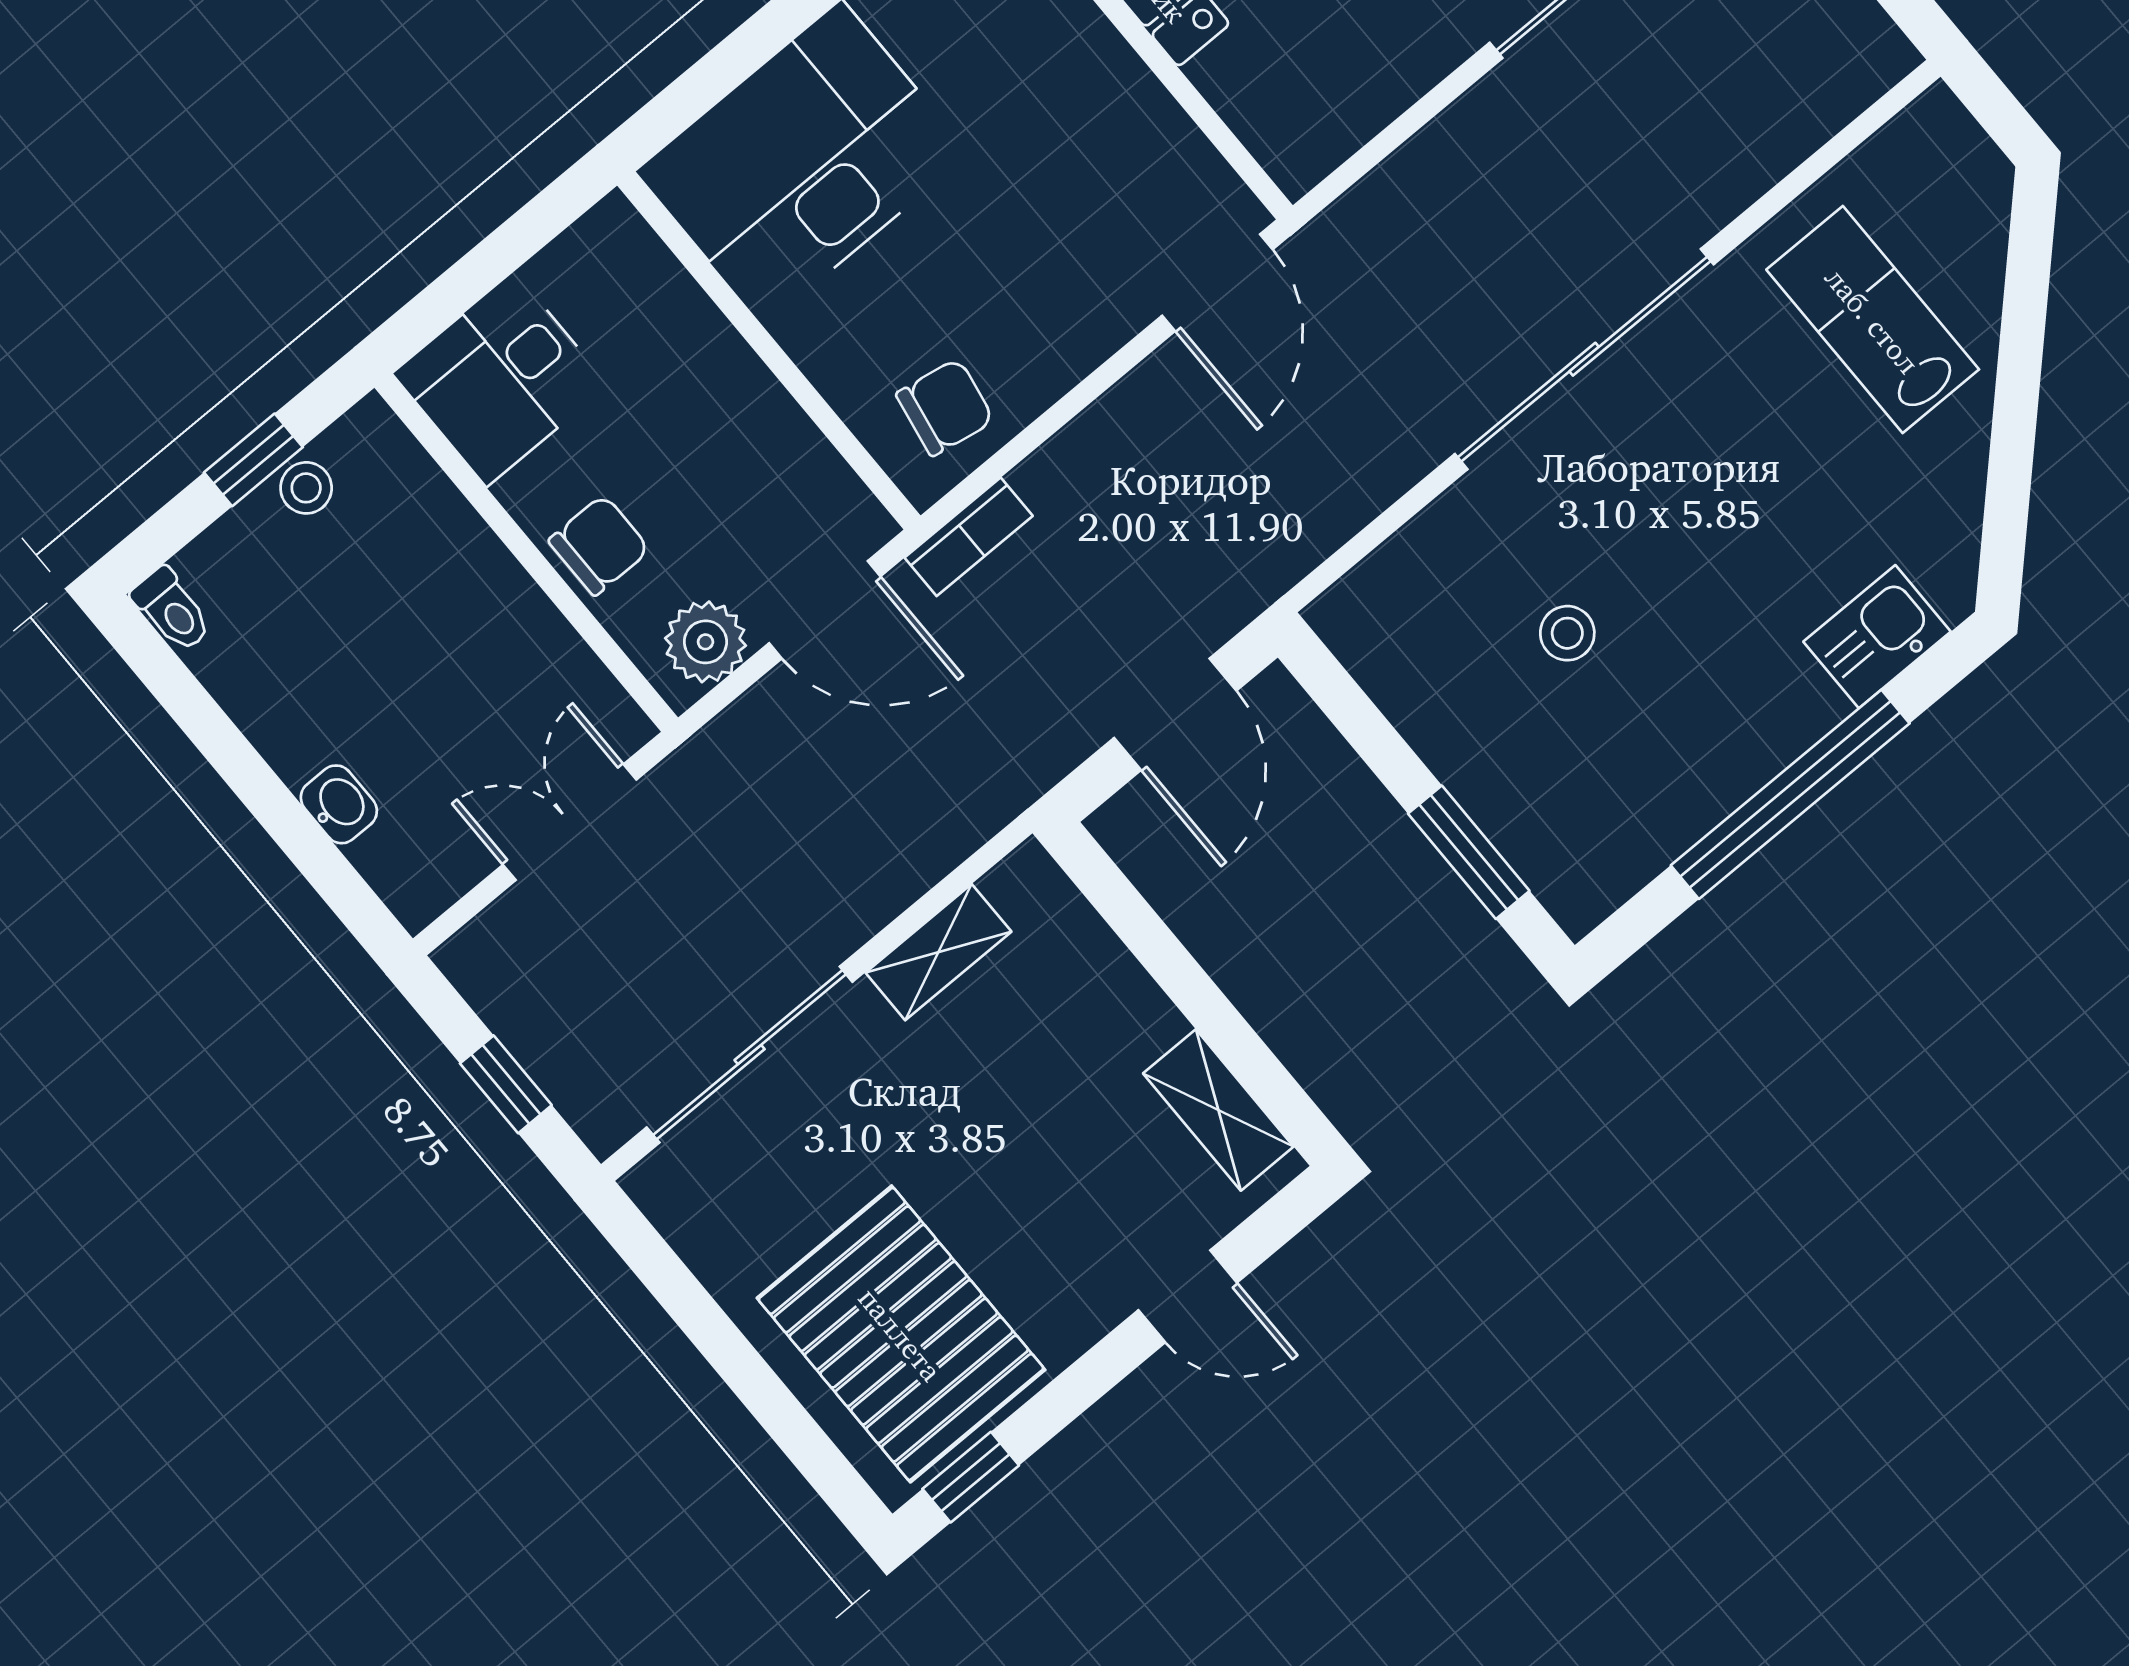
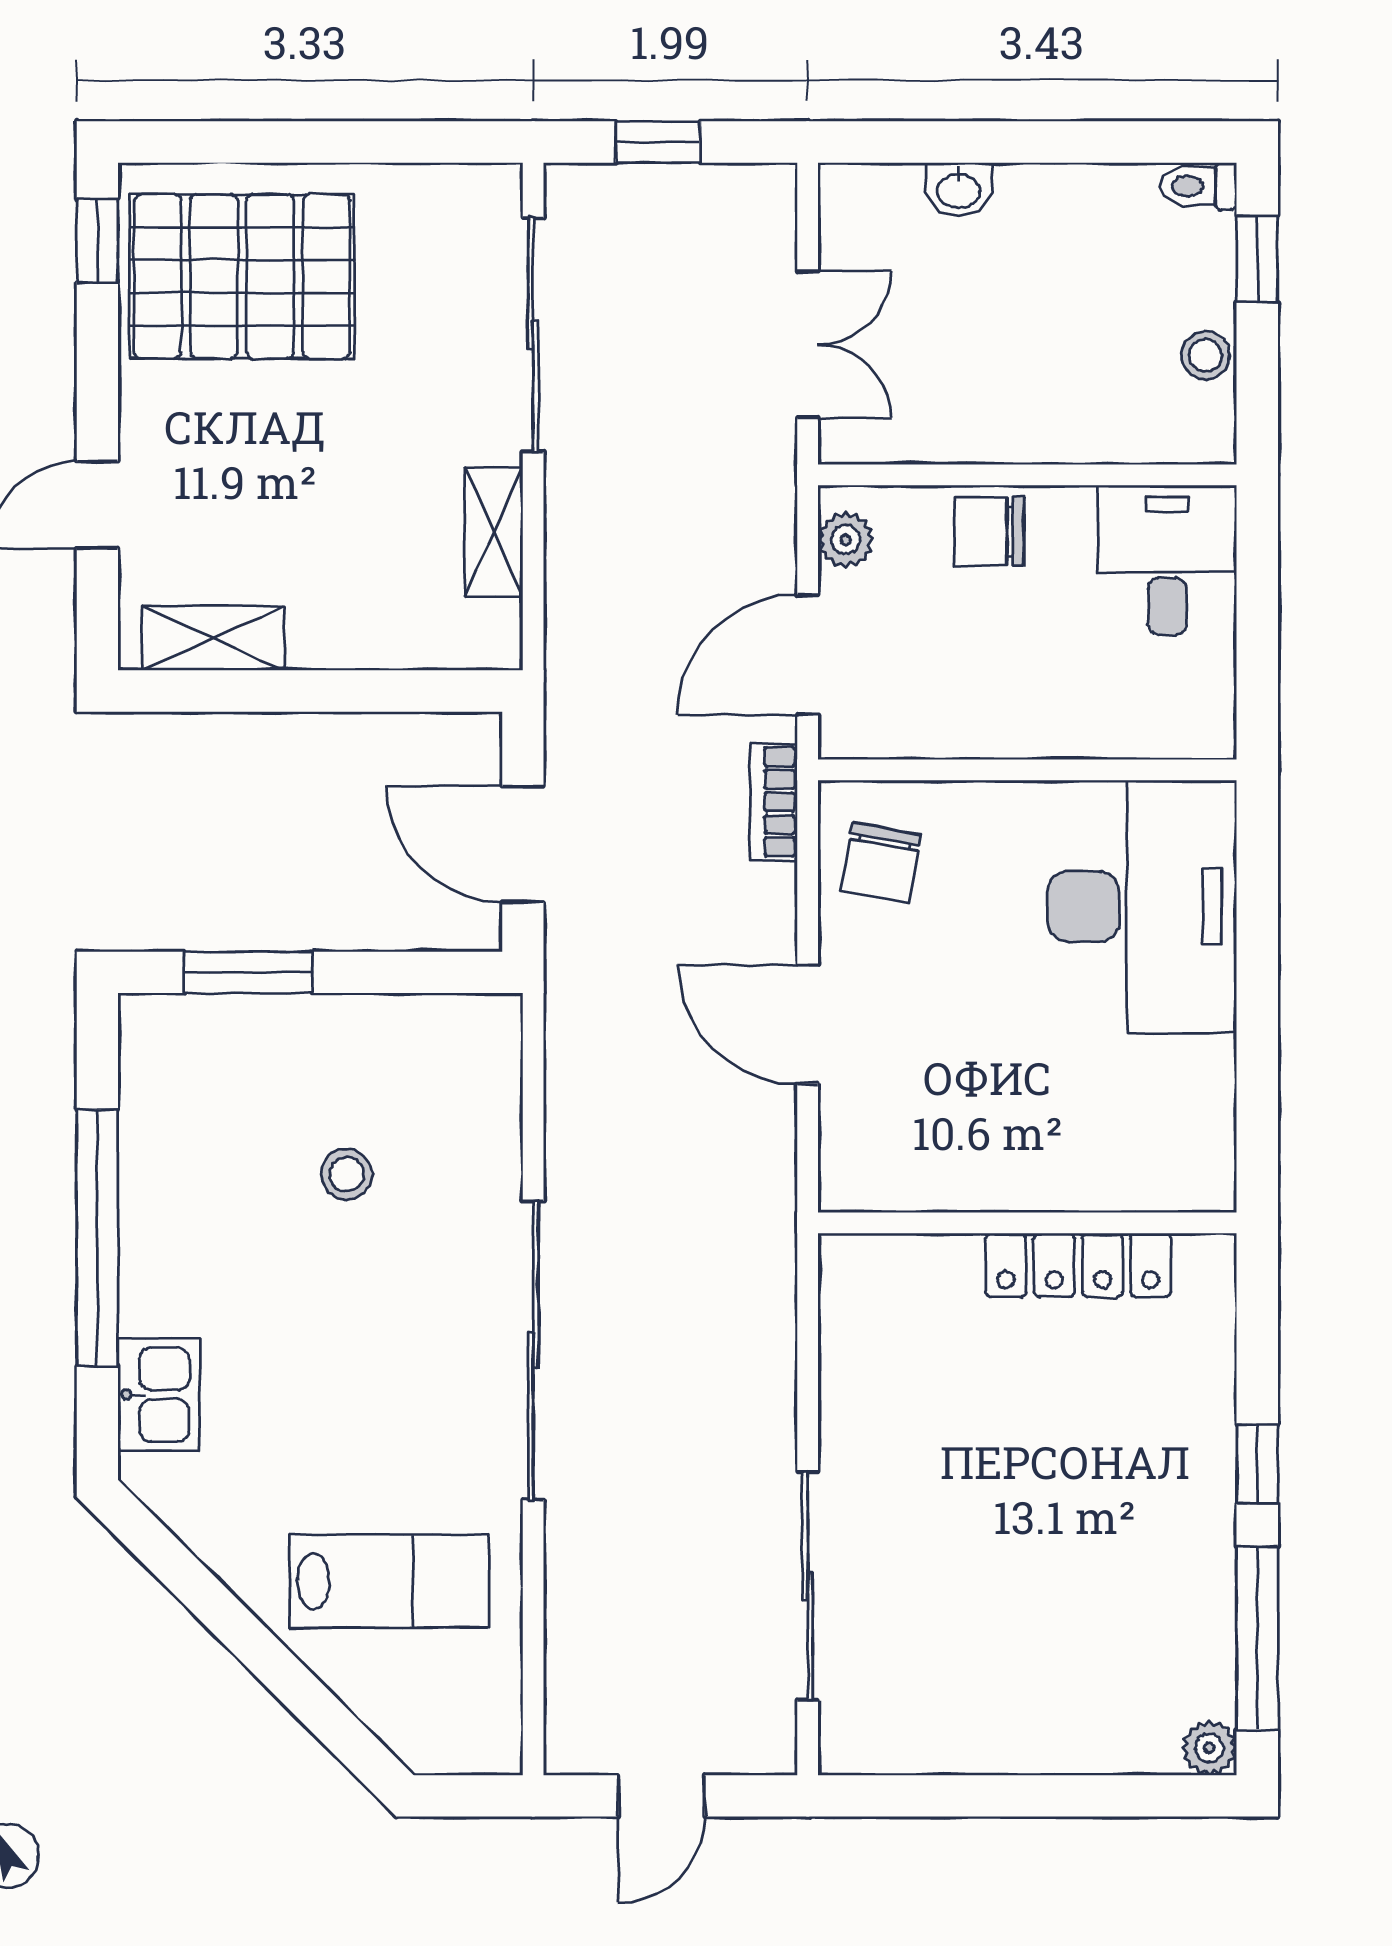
door: (1217, 283) -> (808, 1024), moved
window: (253, 460) -> (1257, 259), moved
chair: (599, 545) -> (989, 532), turned 90
plant: (705, 642) -> (846, 540), width x0.73, depth x0.73

